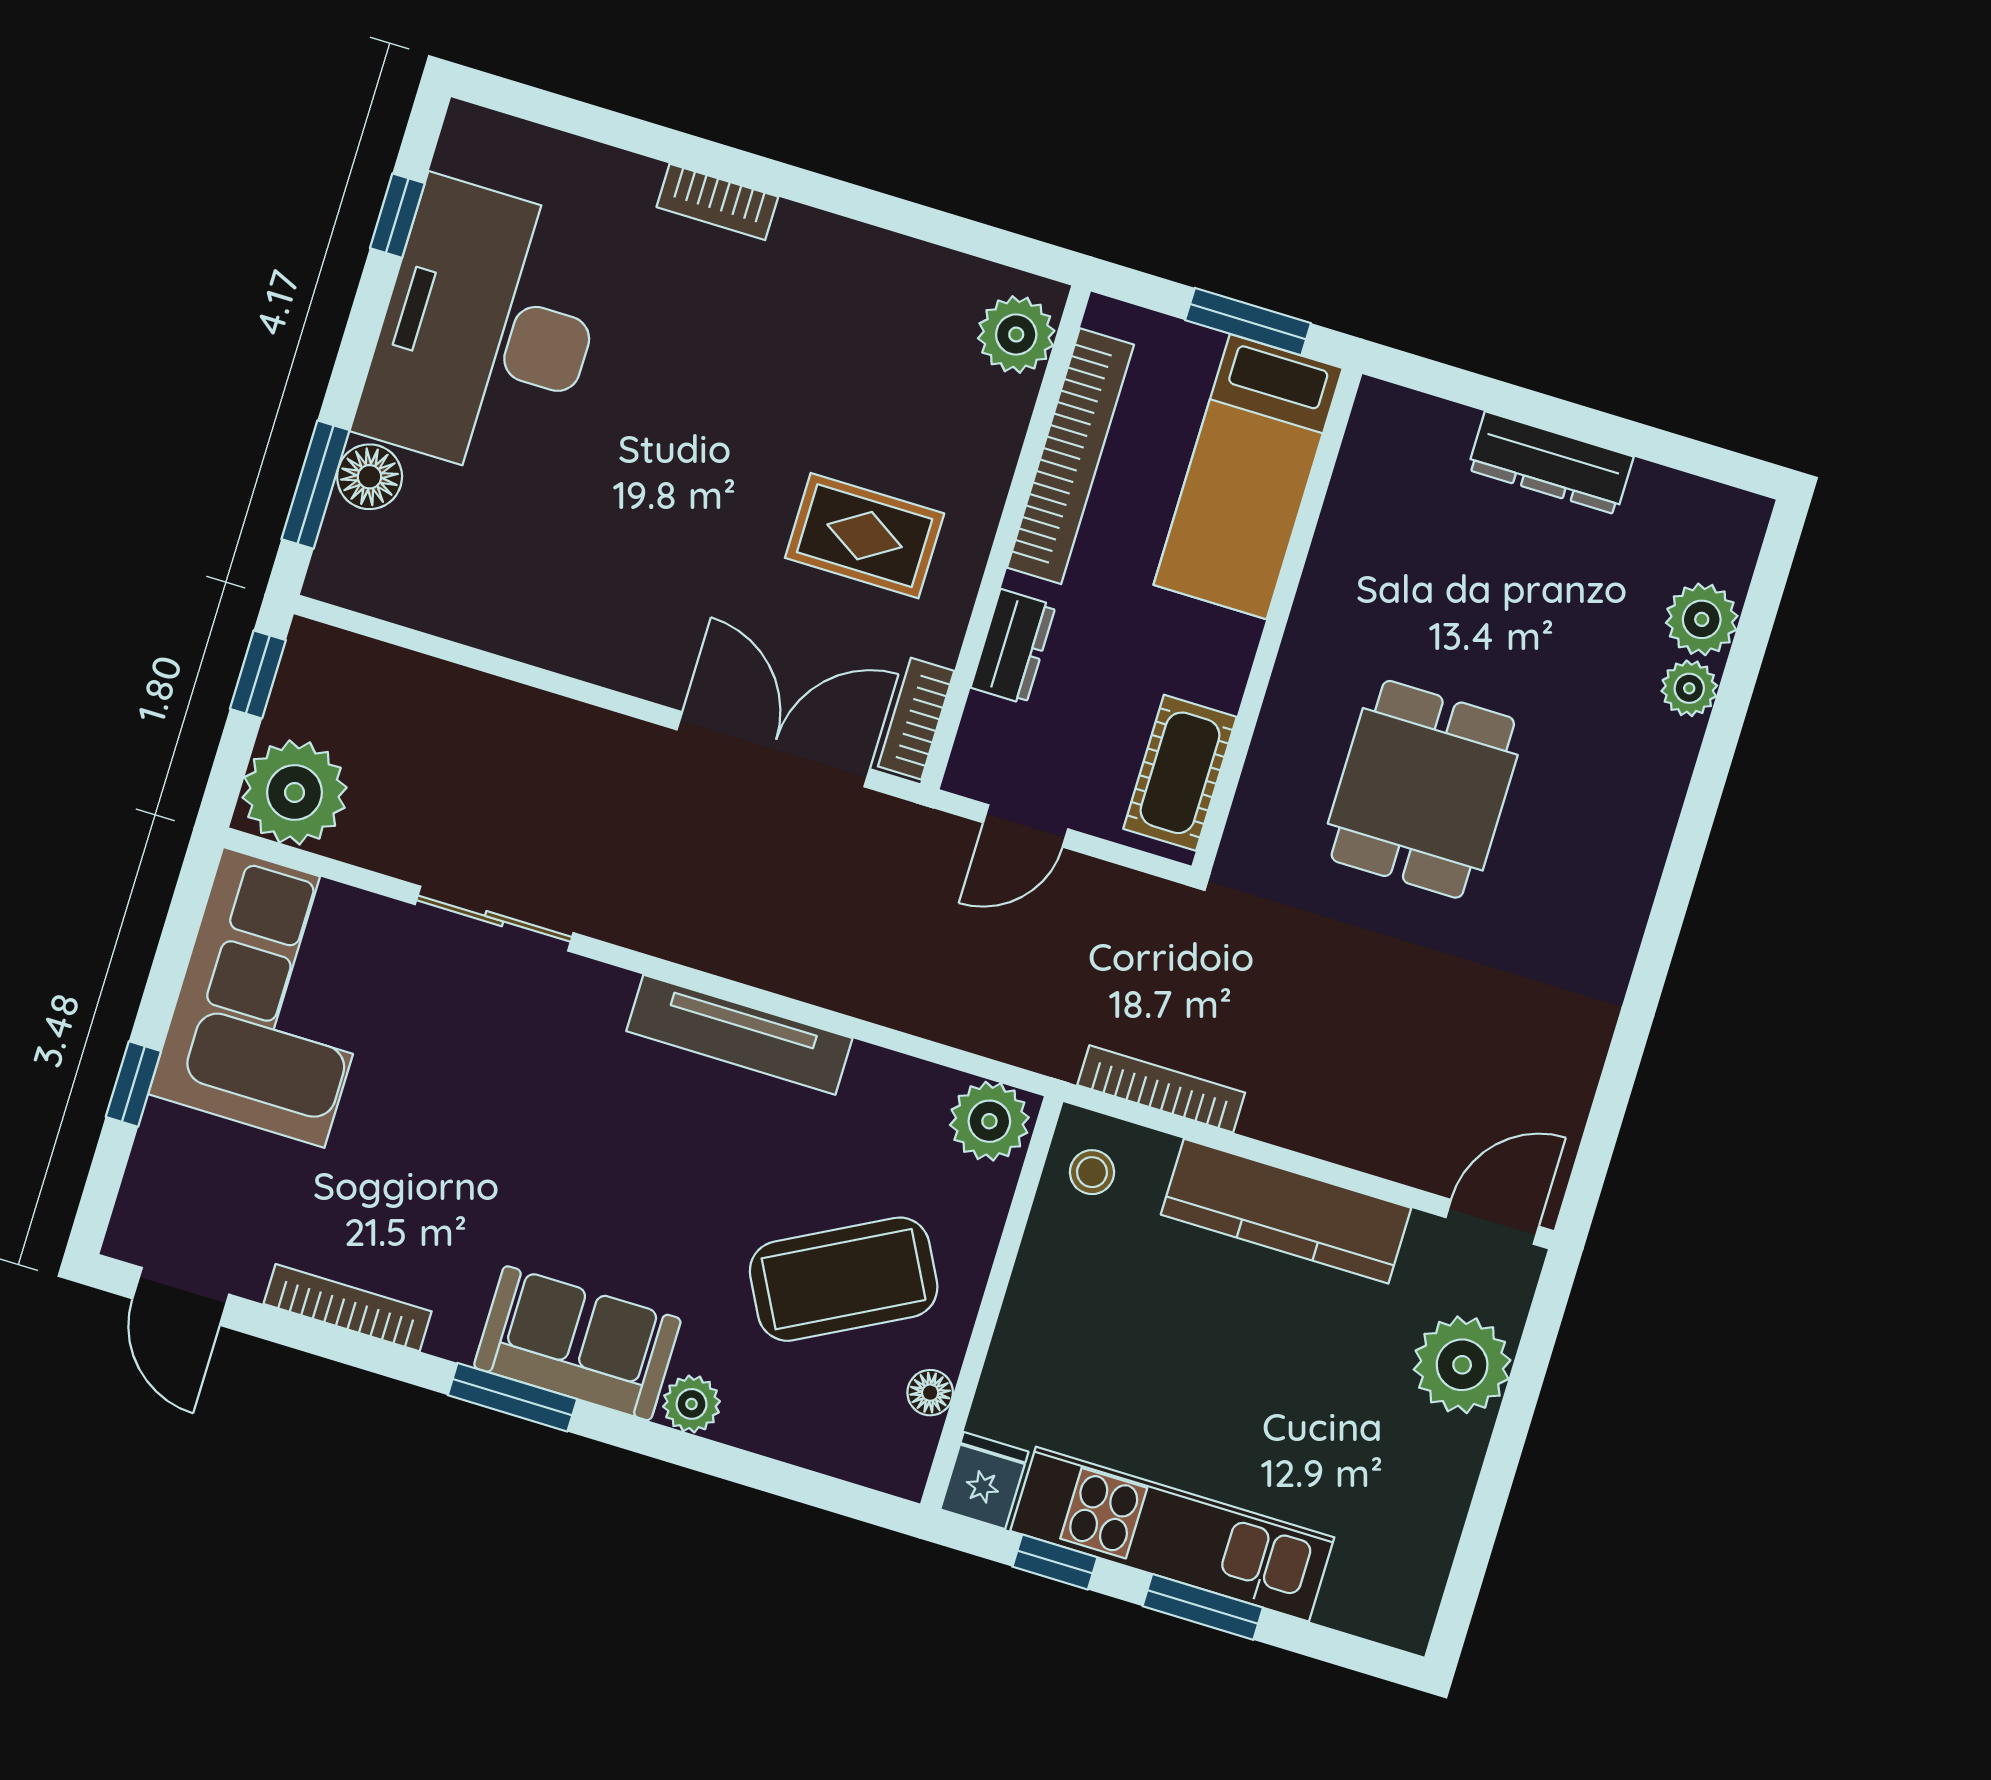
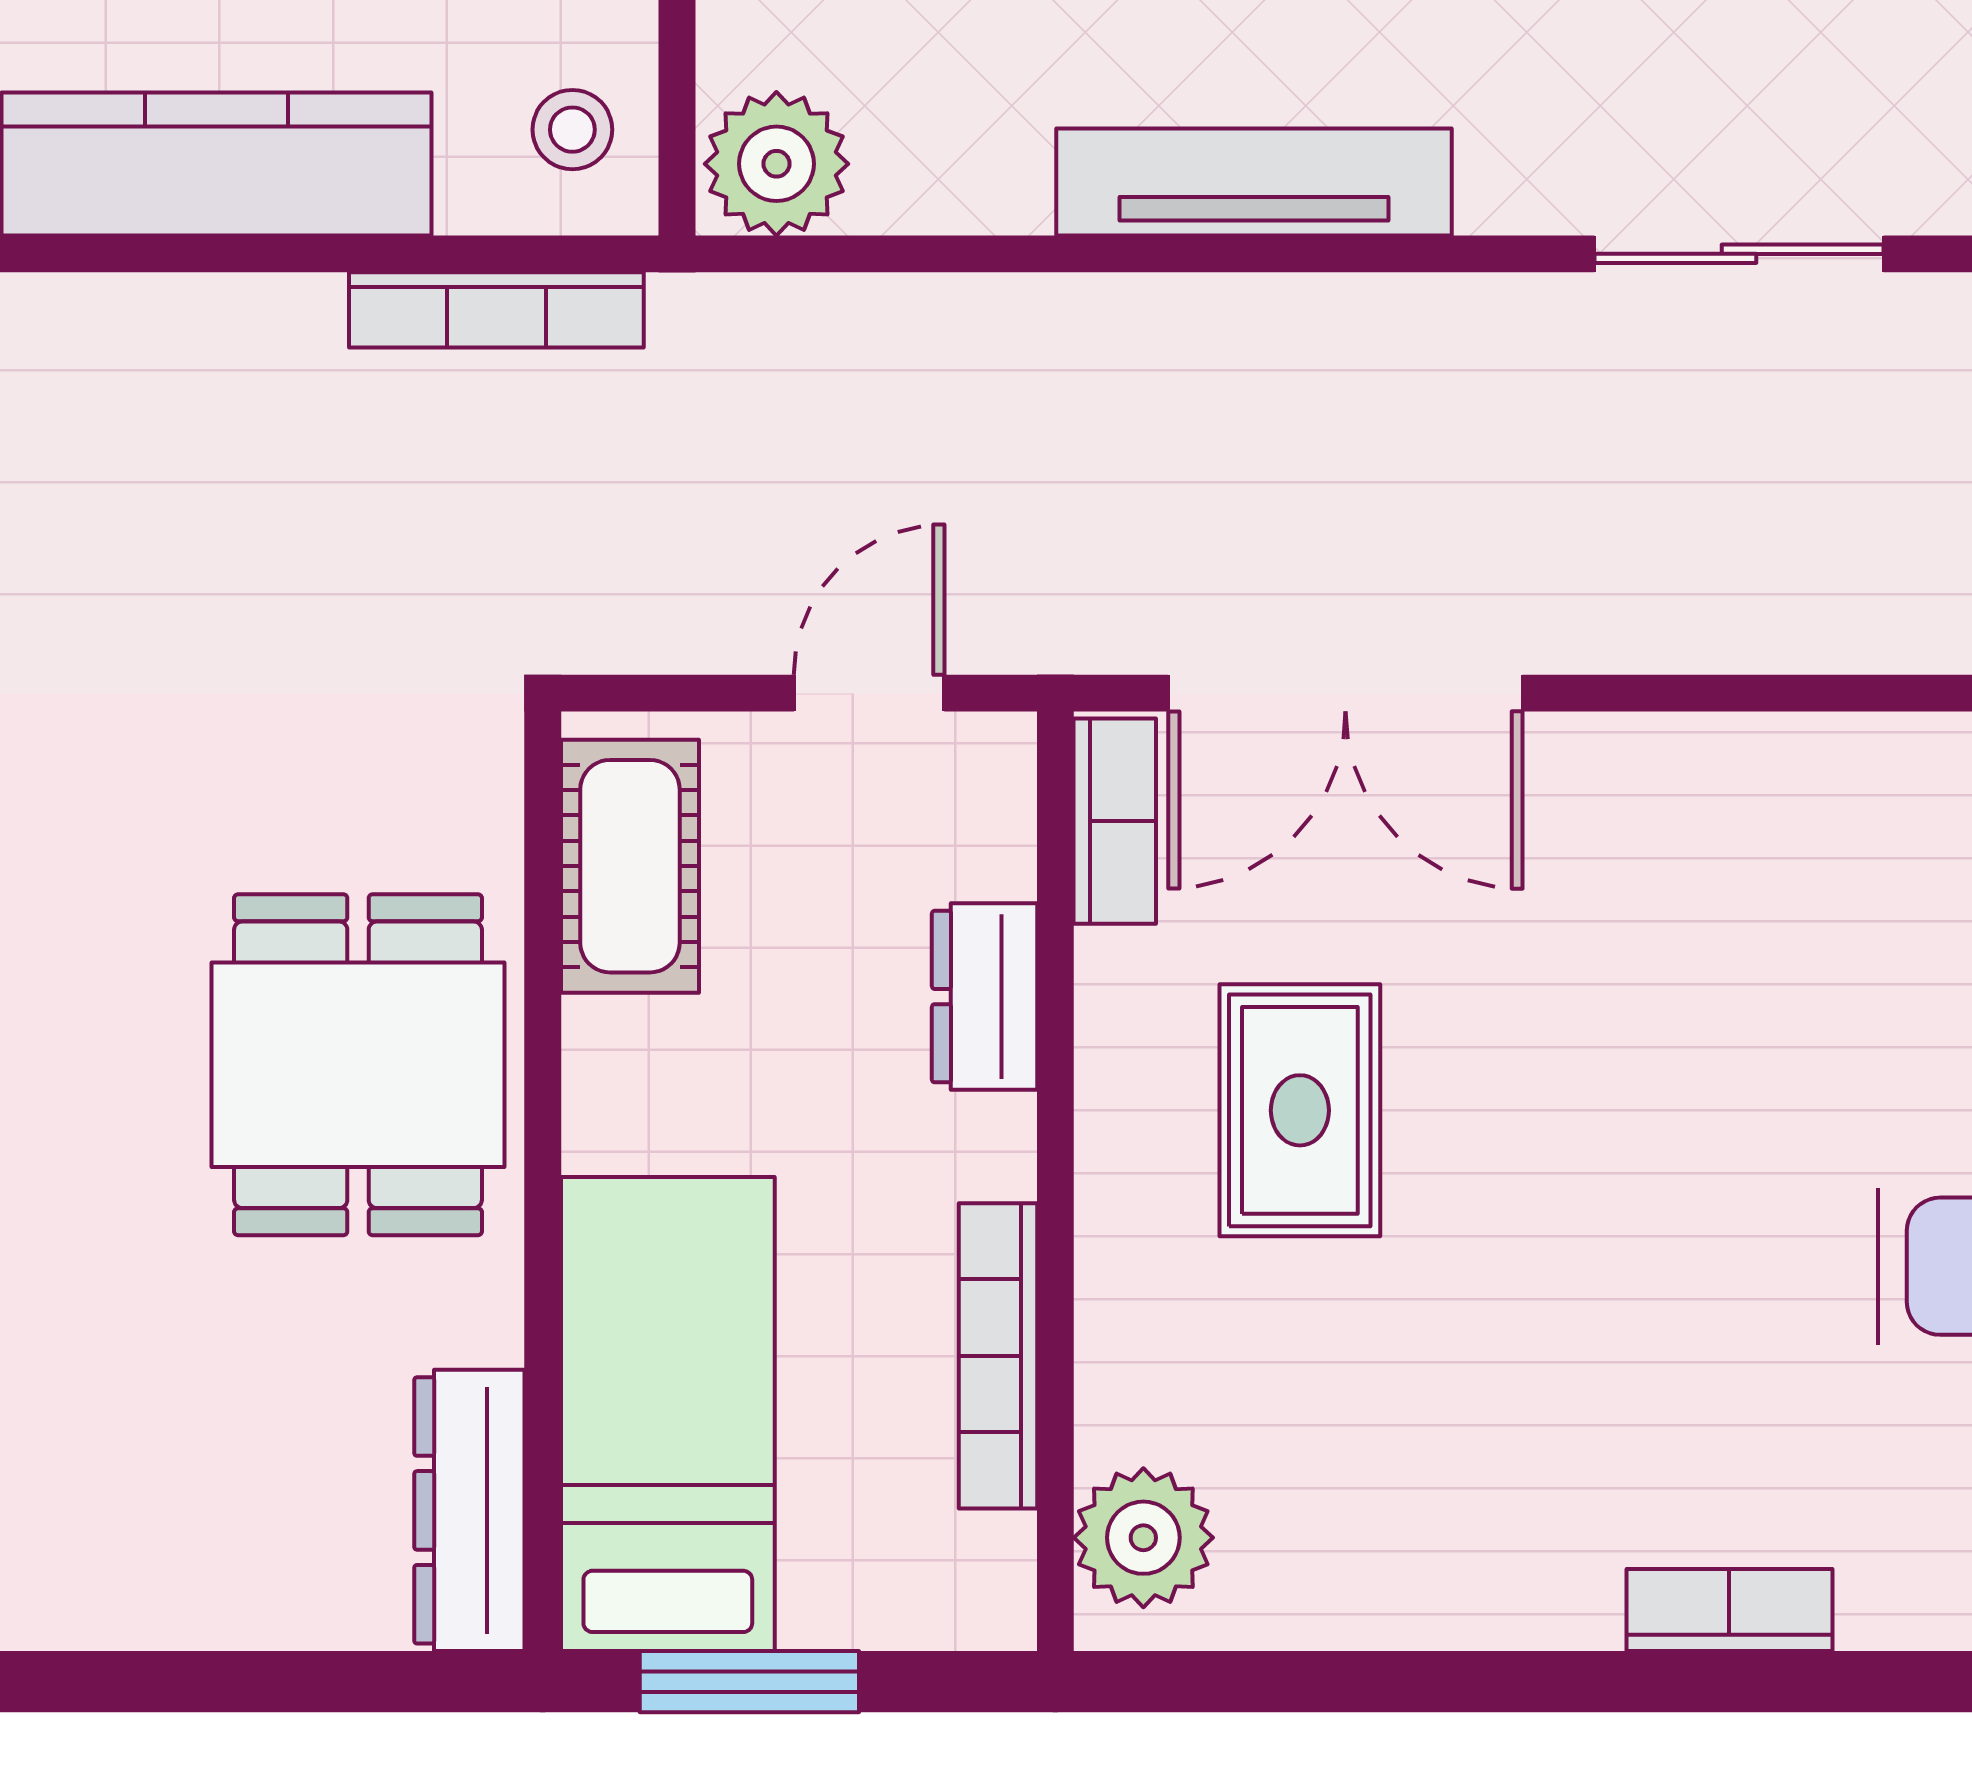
bookcase: (1070, 456) -> (998, 1356), width x0.68, depth x0.76
dresser: (1551, 463) -> (469, 1510), moved, turned -90
rug: (865, 536) -> (1300, 1110), turned 90
dining table: (1423, 789) -> (358, 1065), moved

